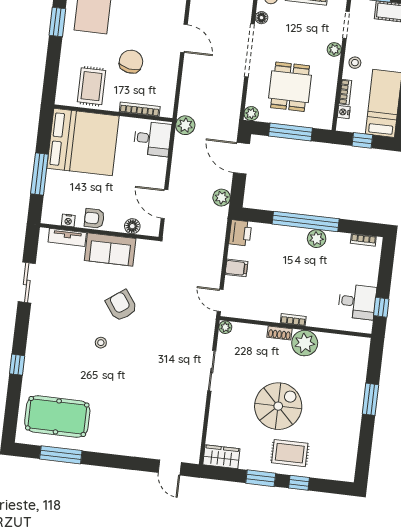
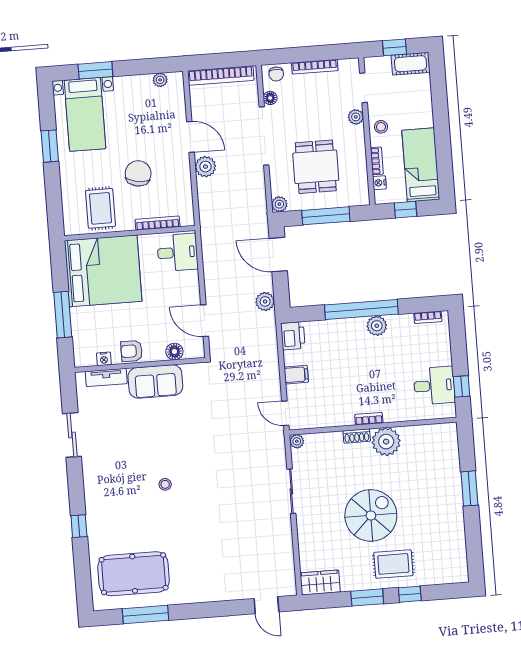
plant: (185, 125) -> (205, 167), moved
armchair: (121, 305) -> (180, 440), removed

